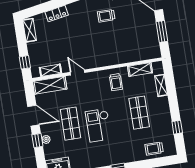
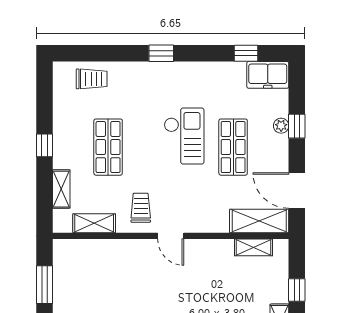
window: (25, 62) -> (297, 290), moved
door: (77, 72) -> (171, 236), moved
door: (33, 116) -> (297, 190), moved
window: (177, 127) -> (44, 145), moved

